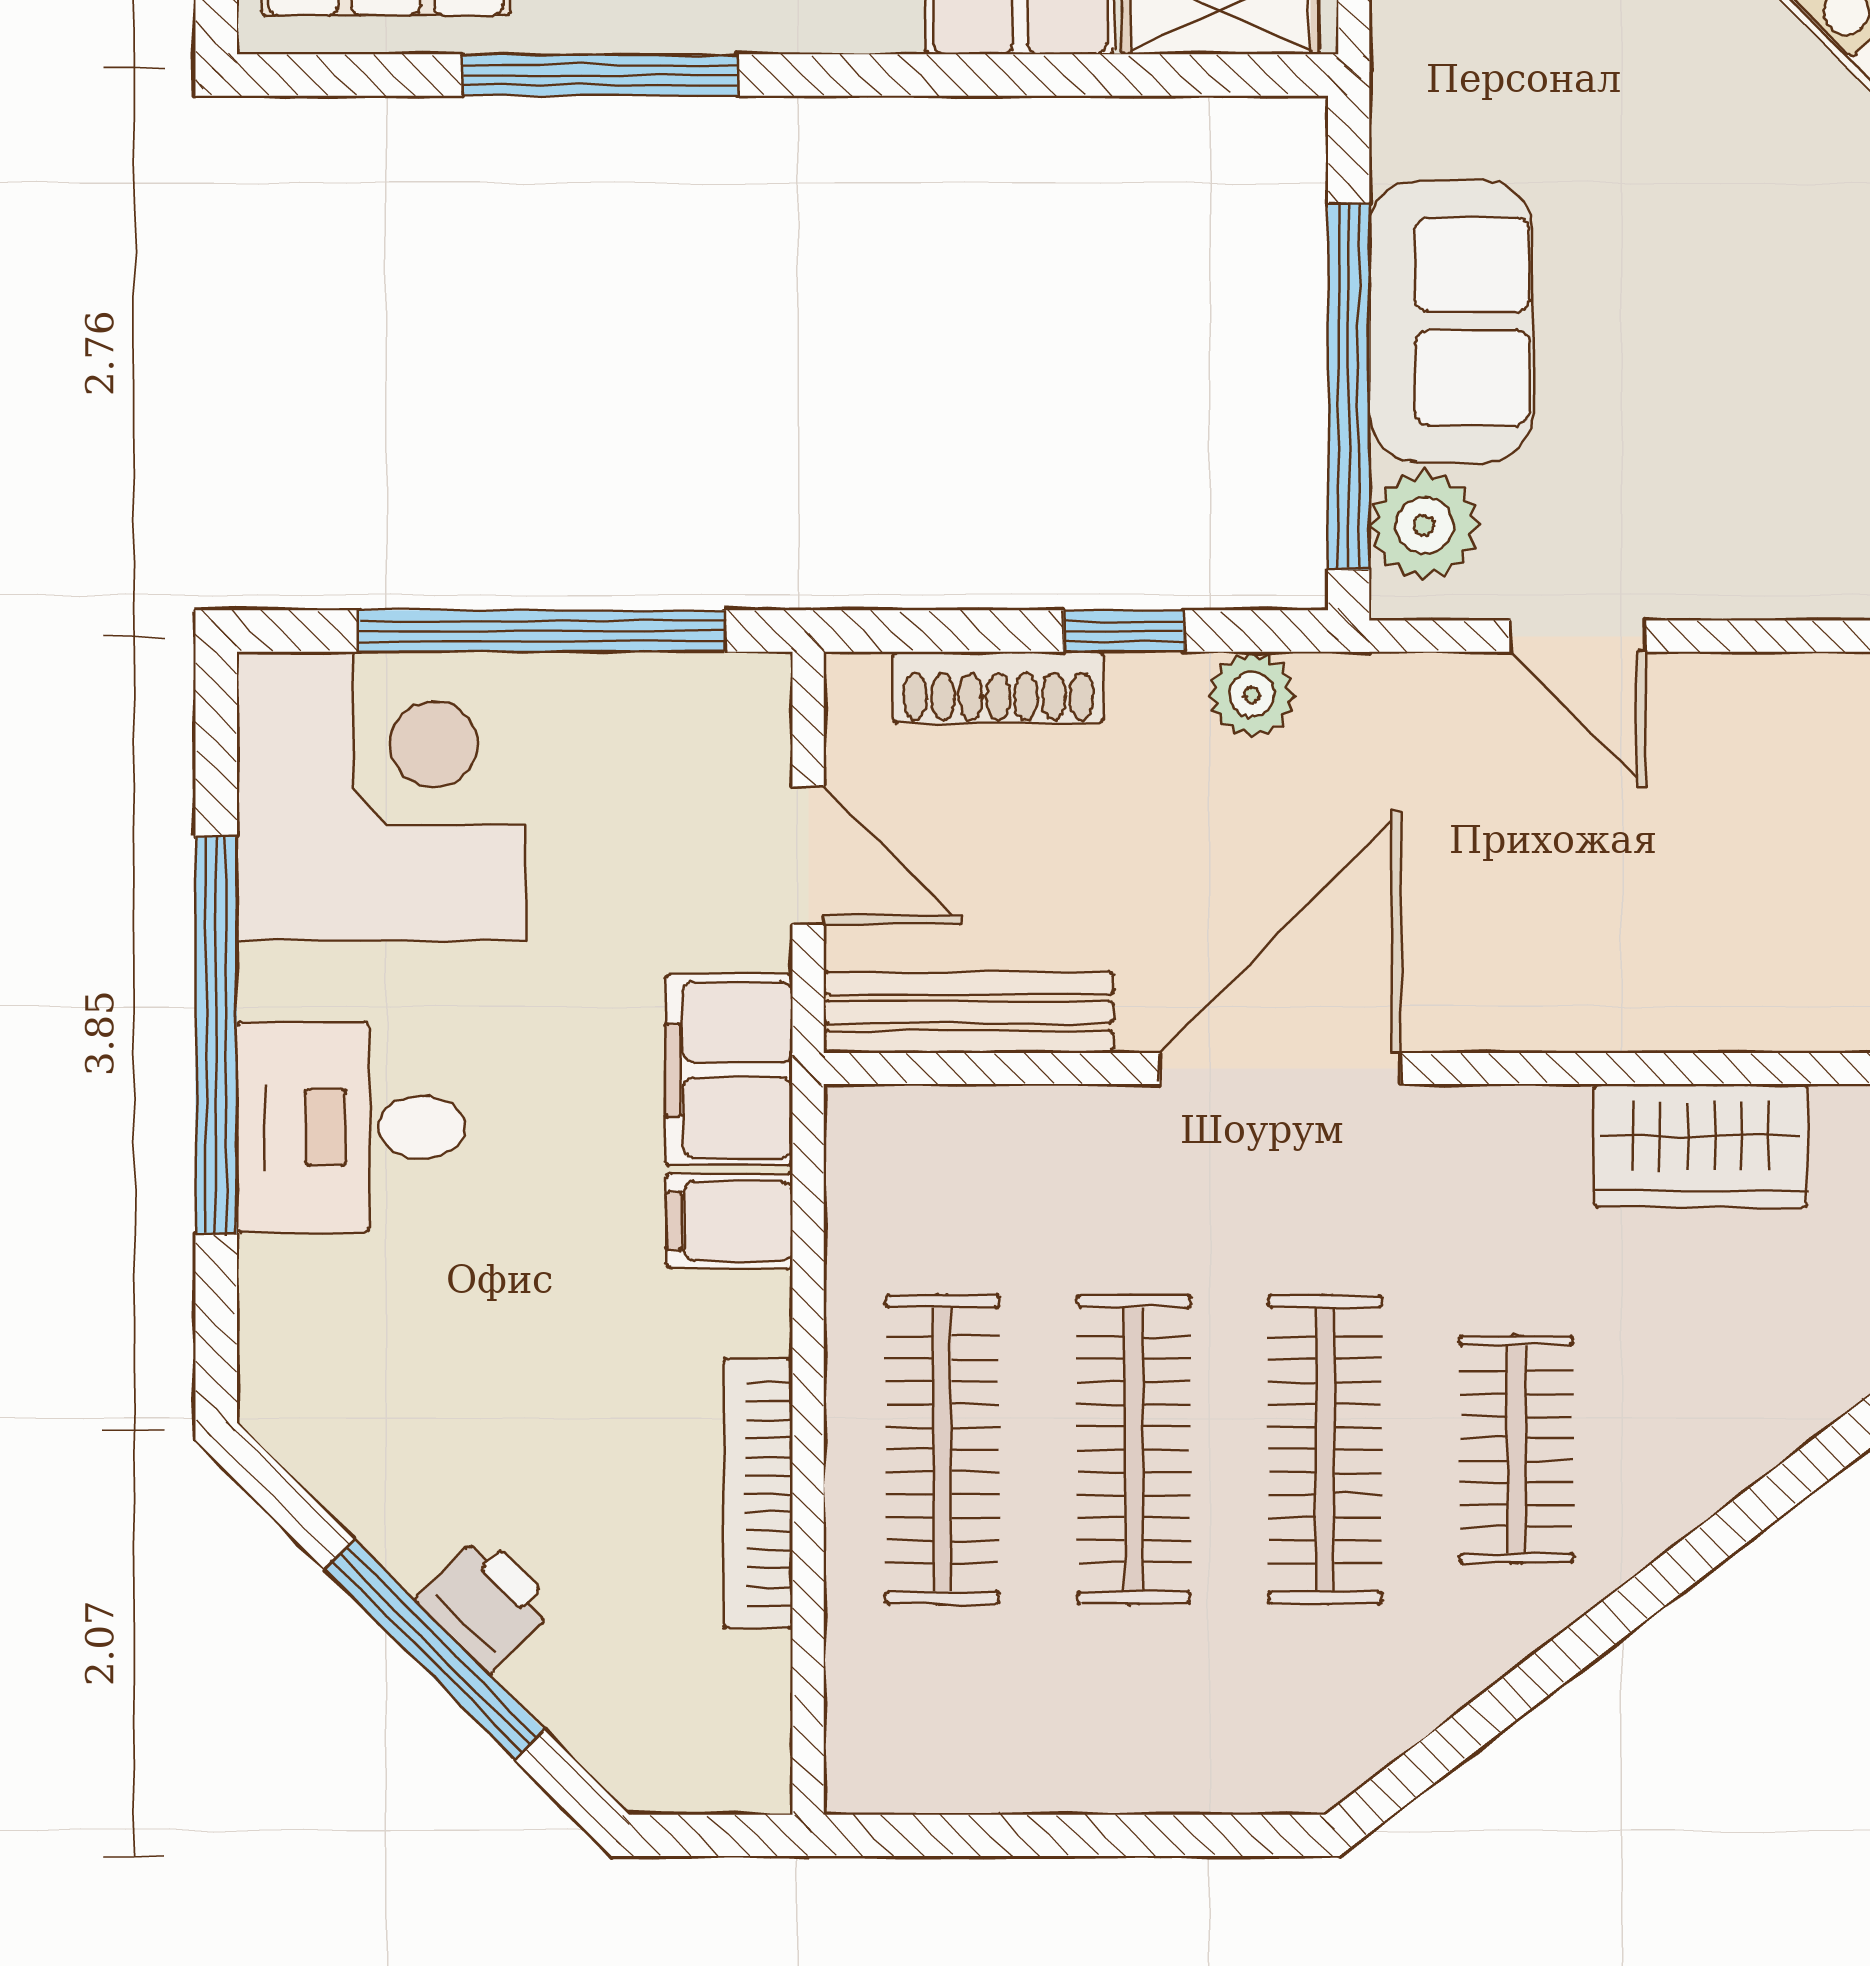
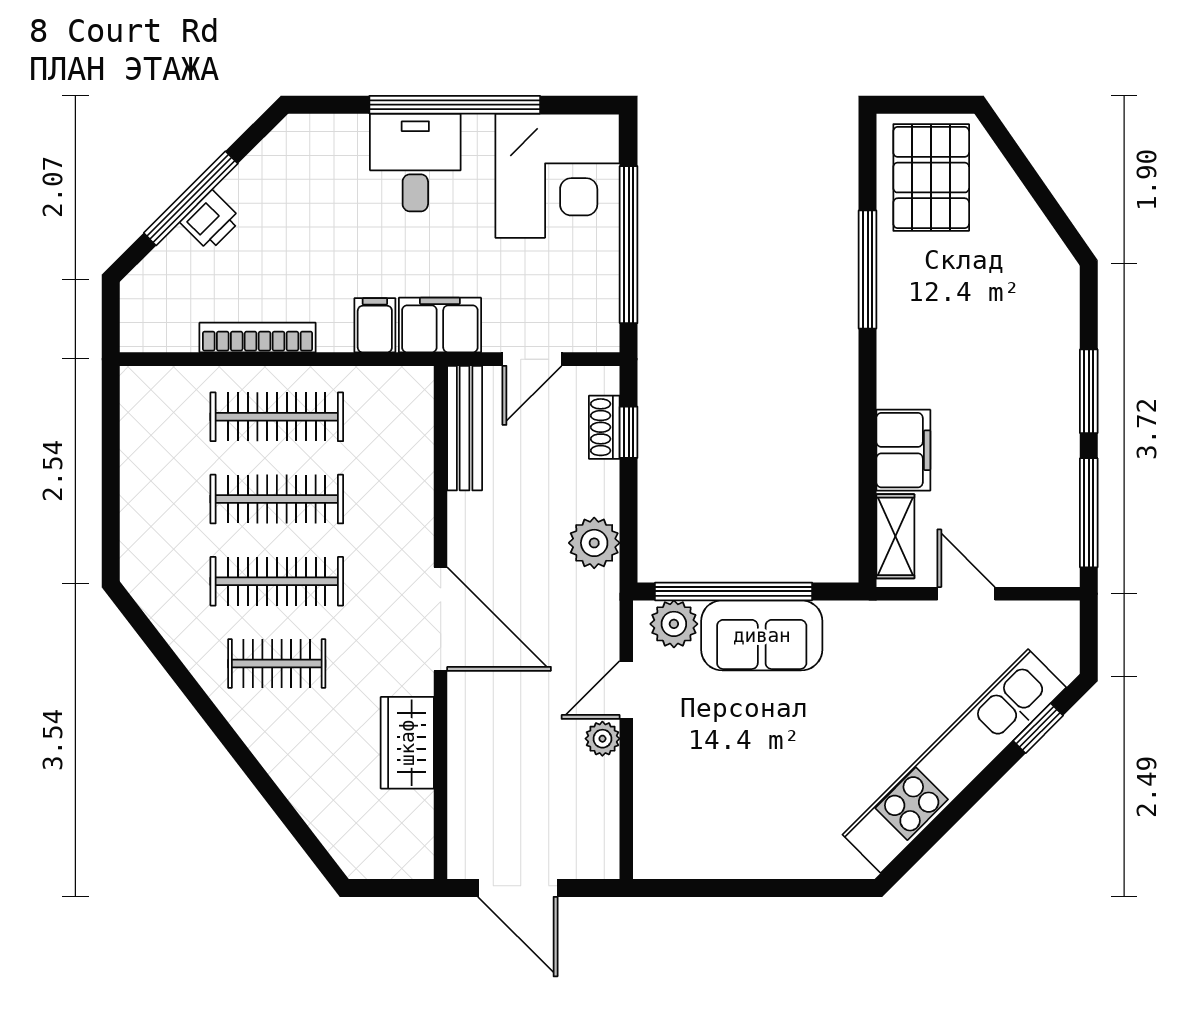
window: (1124, 631) -> (629, 432), moved
shoe rack: (998, 687) -> (604, 427), width x0.70
plant: (1691, 692) -> (602, 739), added
plant: (1252, 695) -> (594, 543), width x1.38, depth x1.38
door: (1280, 1068) -> (441, 619), moved

